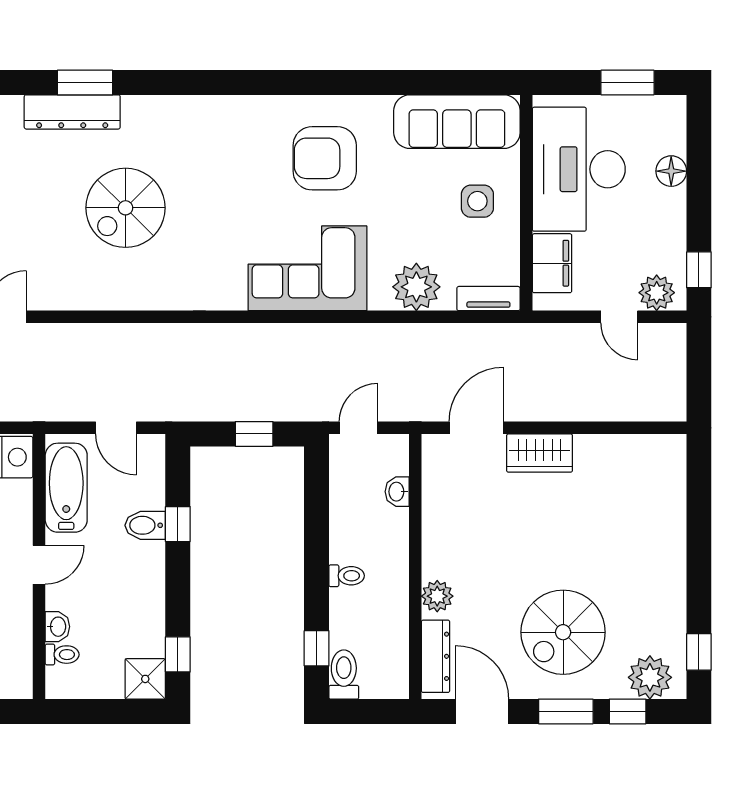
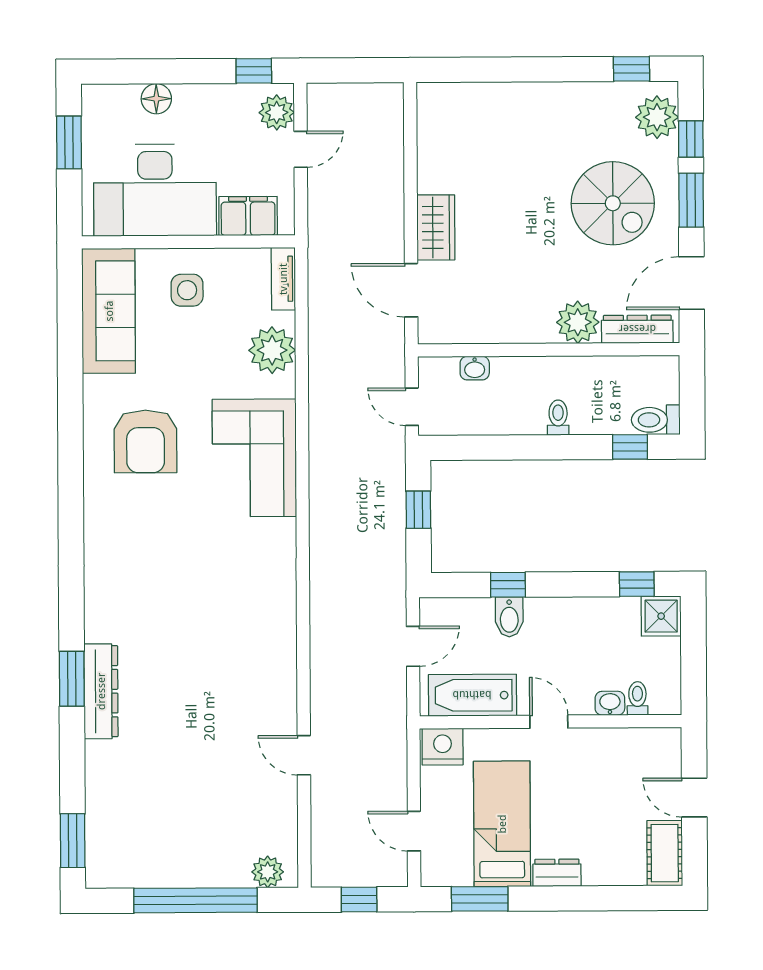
spiral stairs: (126, 208) -> (195, 638), removed
plant: (437, 596) -> (578, 322), width x1.36, depth x1.36

